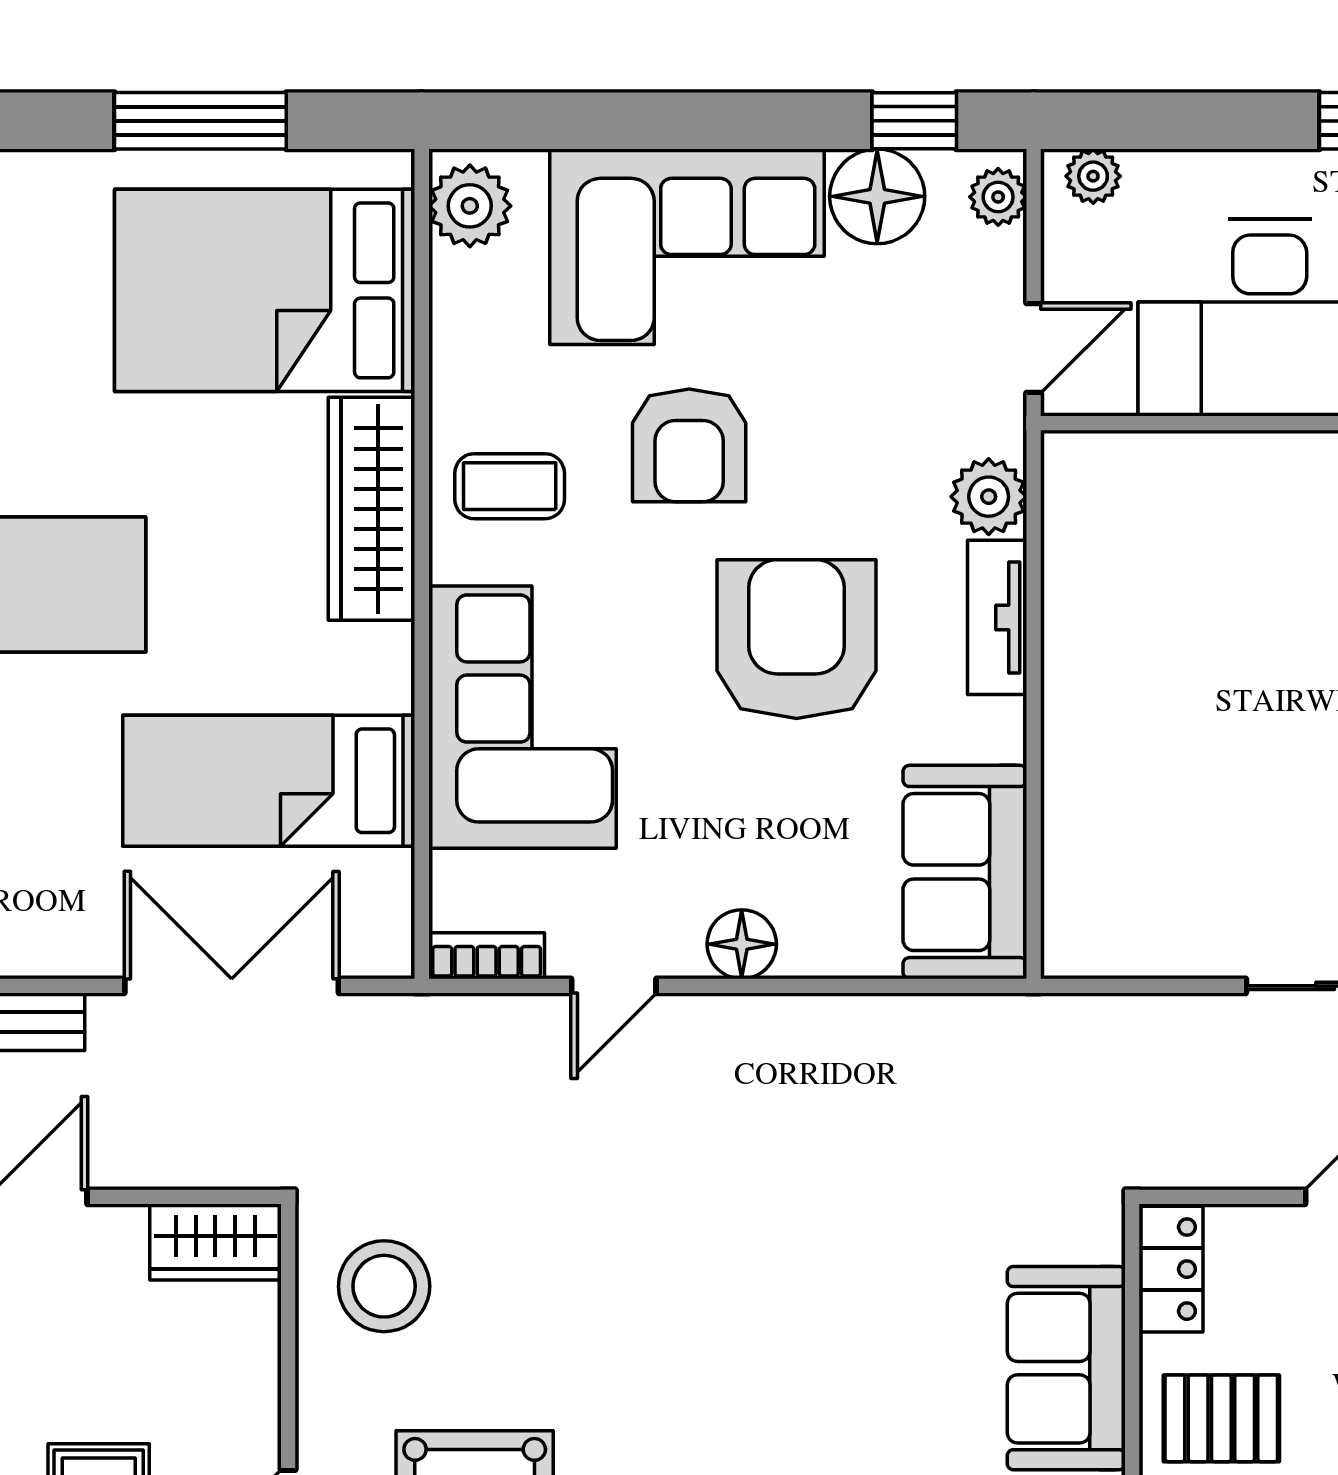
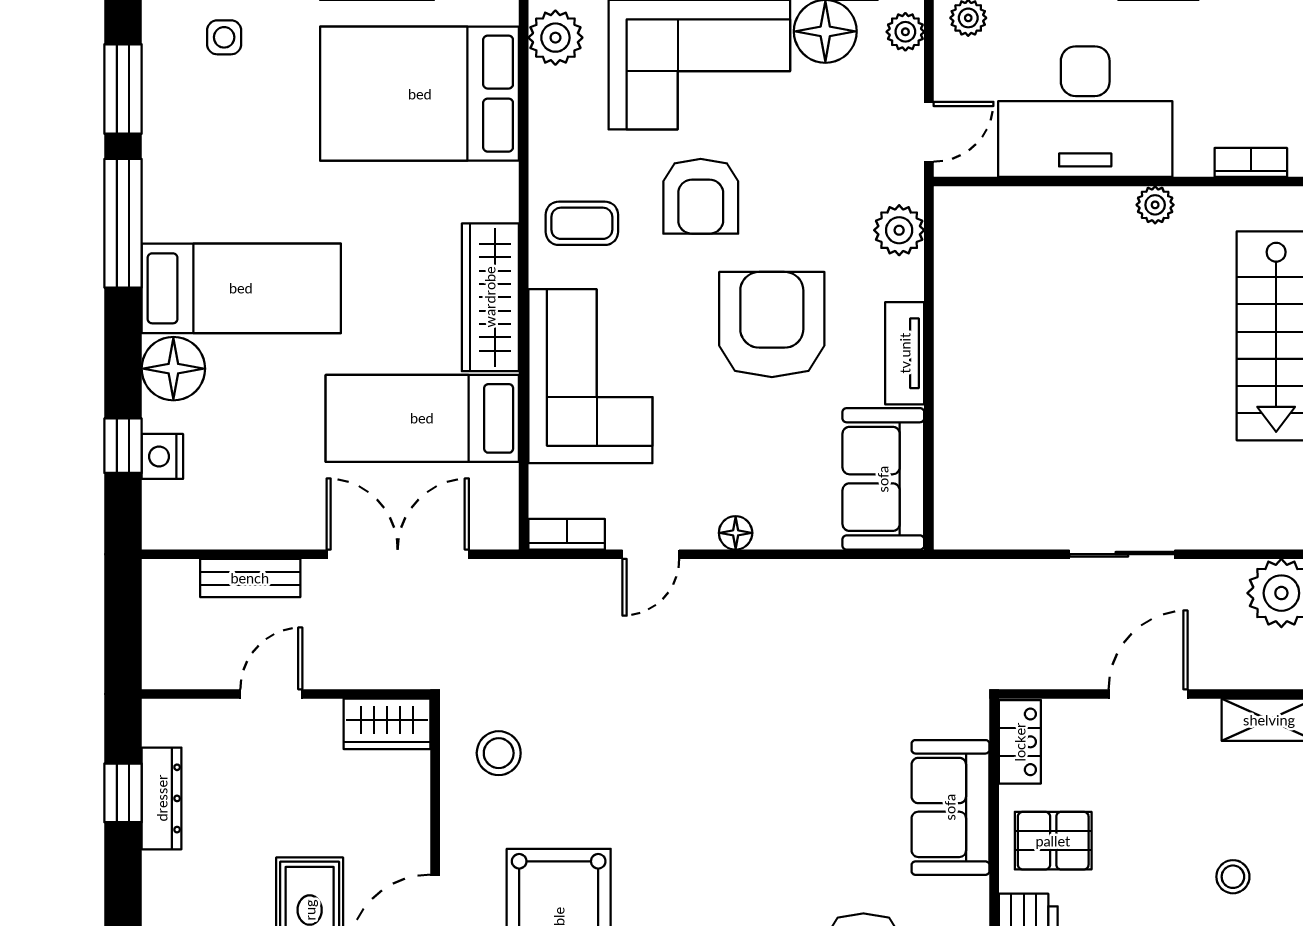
wardrobe: (372, 509) -> (490, 297), moved
tv unit: (997, 617) -> (905, 353), moved
floor lamp: (742, 944) -> (736, 533), width x0.73, depth x0.73
stool: (384, 1286) -> (499, 753), width x0.73, depth x0.73

